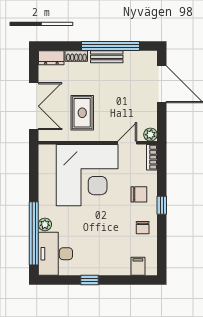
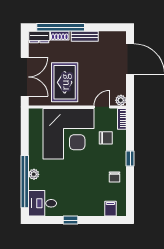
window: (111, 46) -> (61, 27), moved
rug: (82, 113) -> (65, 82), width x1.36, depth x1.43
chair: (139, 194) -> (106, 138), moved
desk: (55, 254) -> (42, 203), width x0.73

